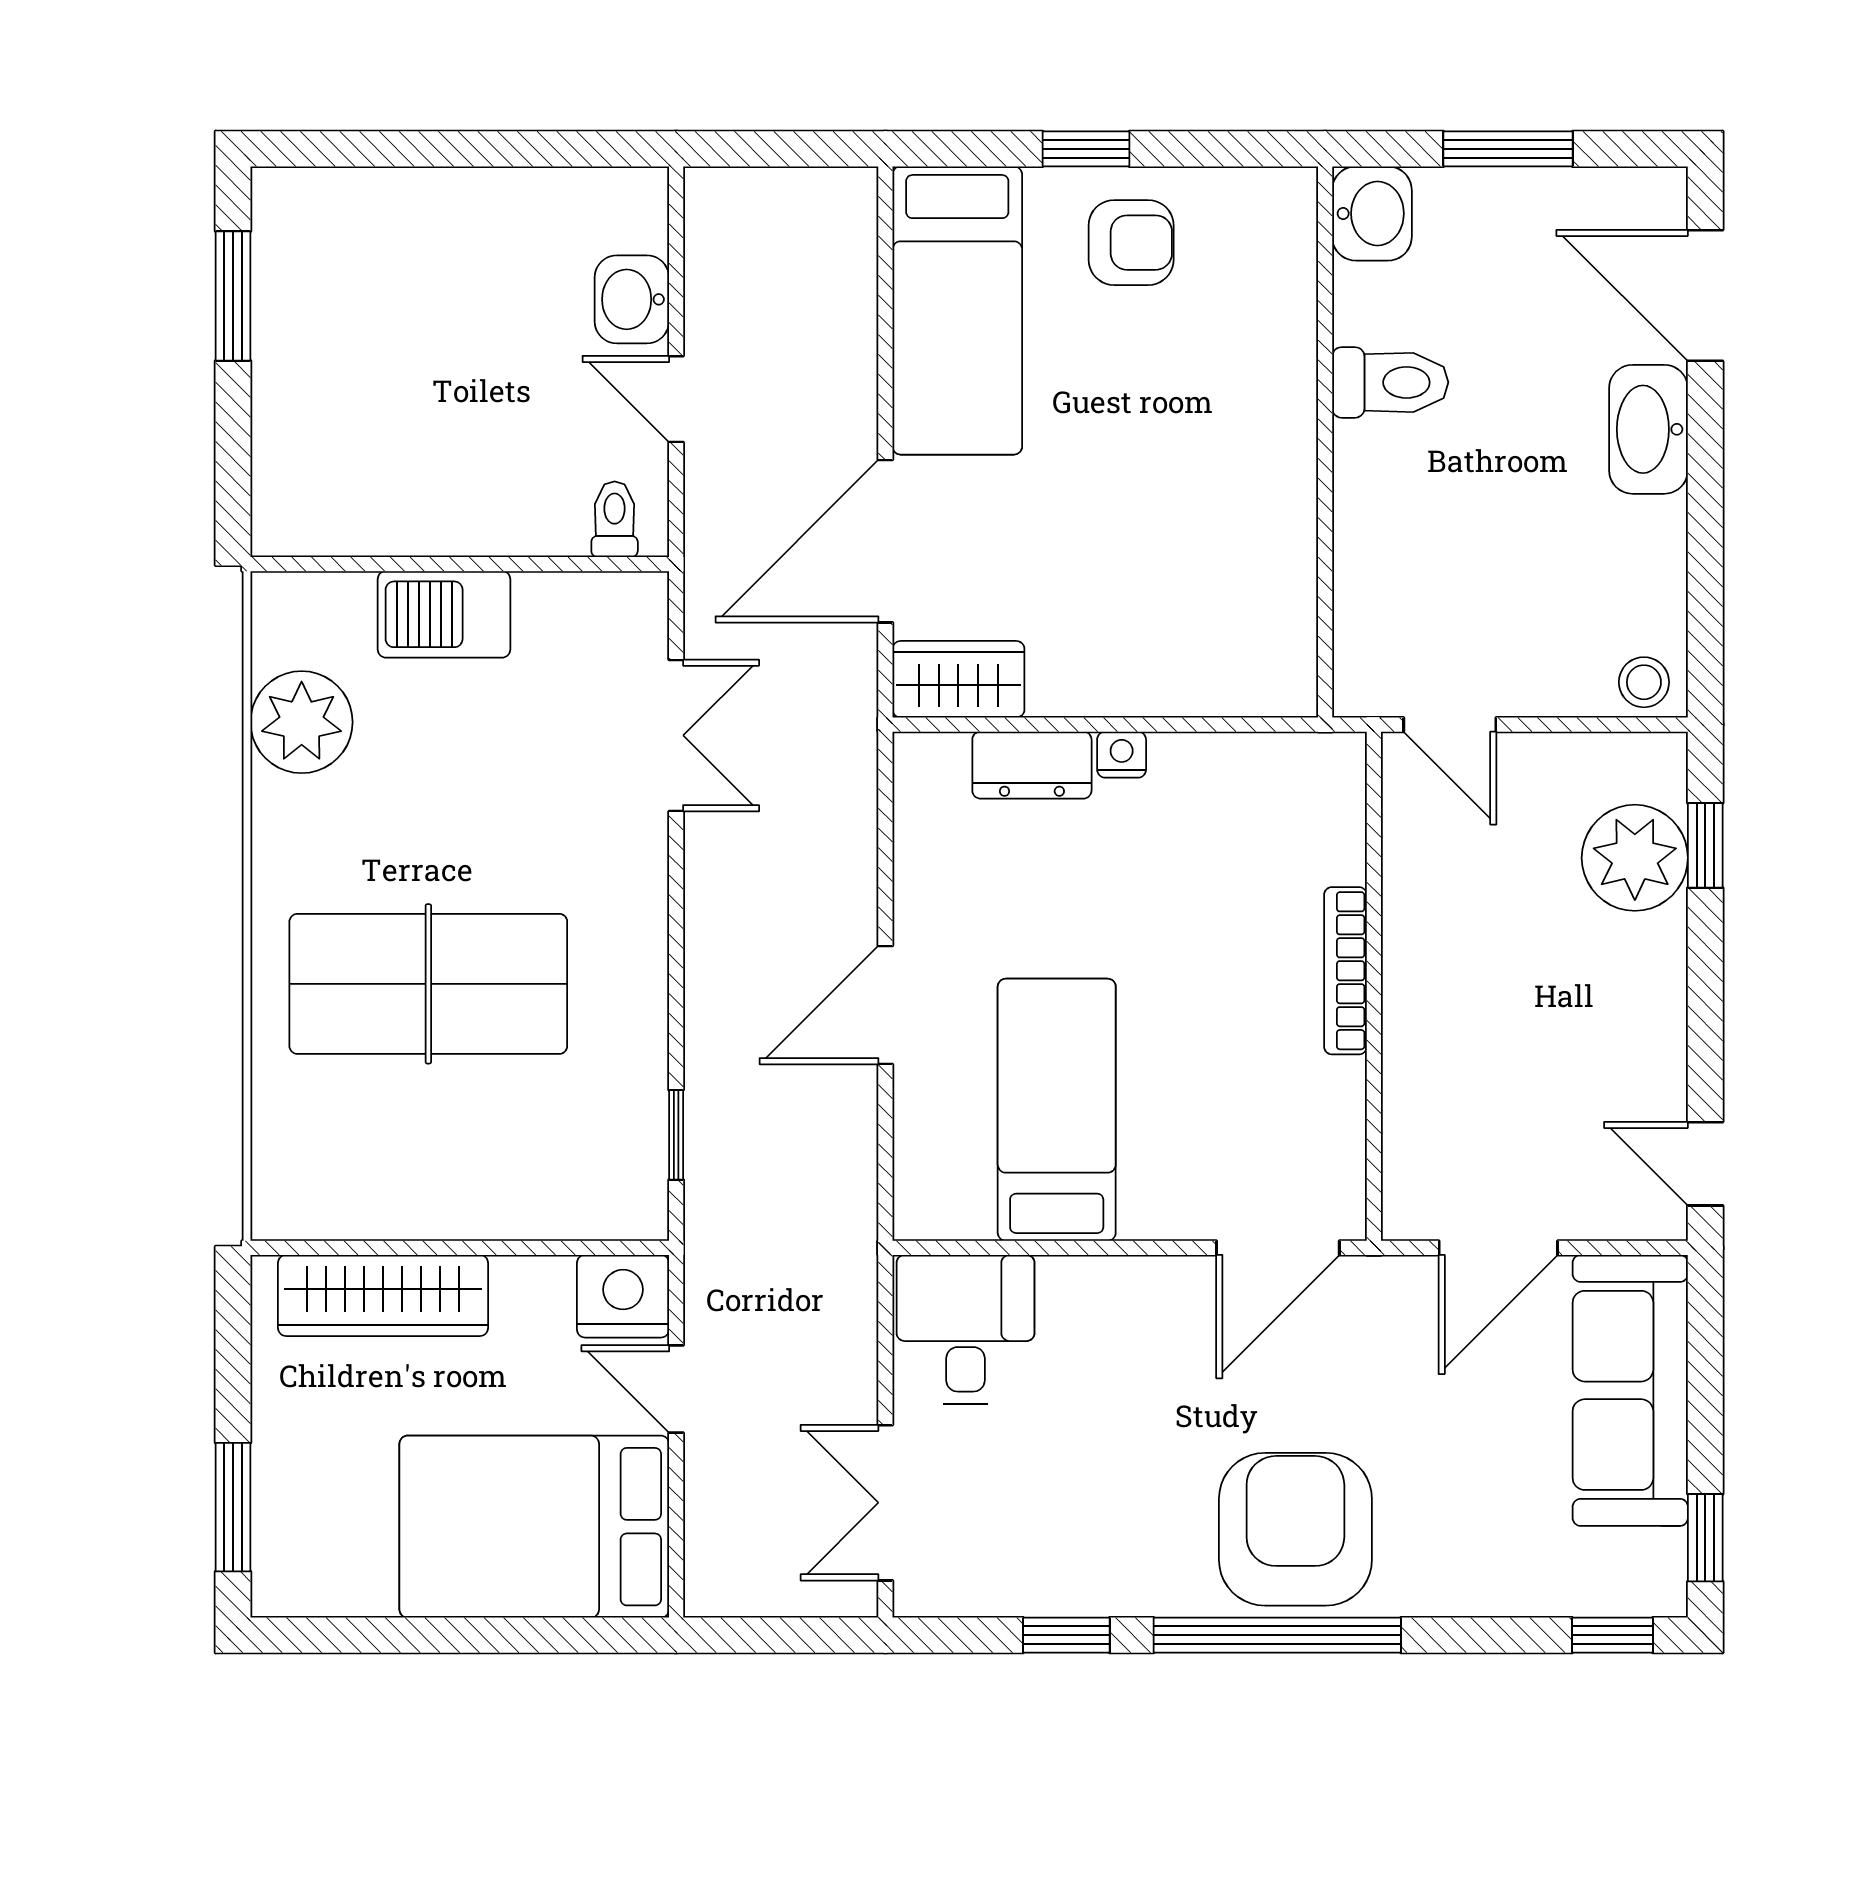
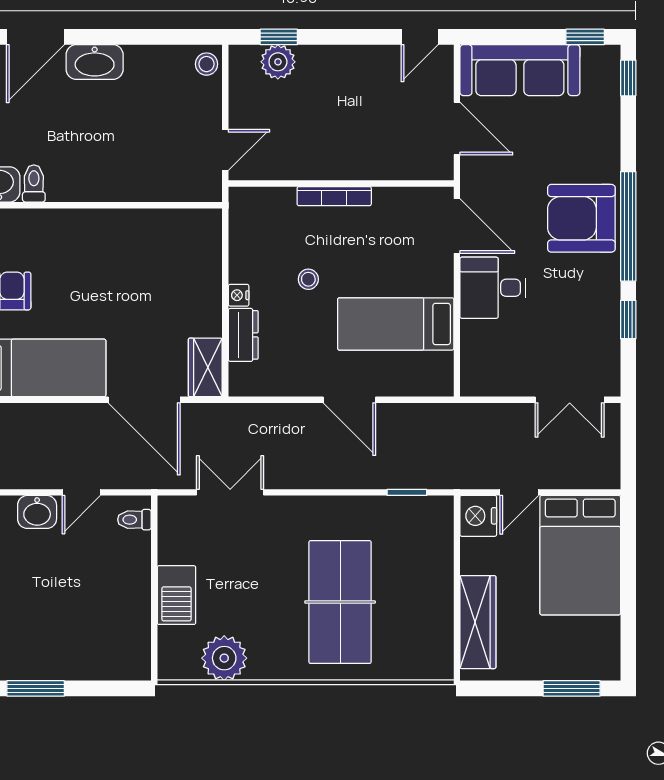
toilet: (1390, 382) -> (34, 184), moved, width x0.73, depth x0.72
plant: (1635, 858) -> (278, 62), width x0.73, depth x0.73
stool: (1158, 912) -> (308, 279), added
desk: (965, 1329) -> (493, 288), moved

